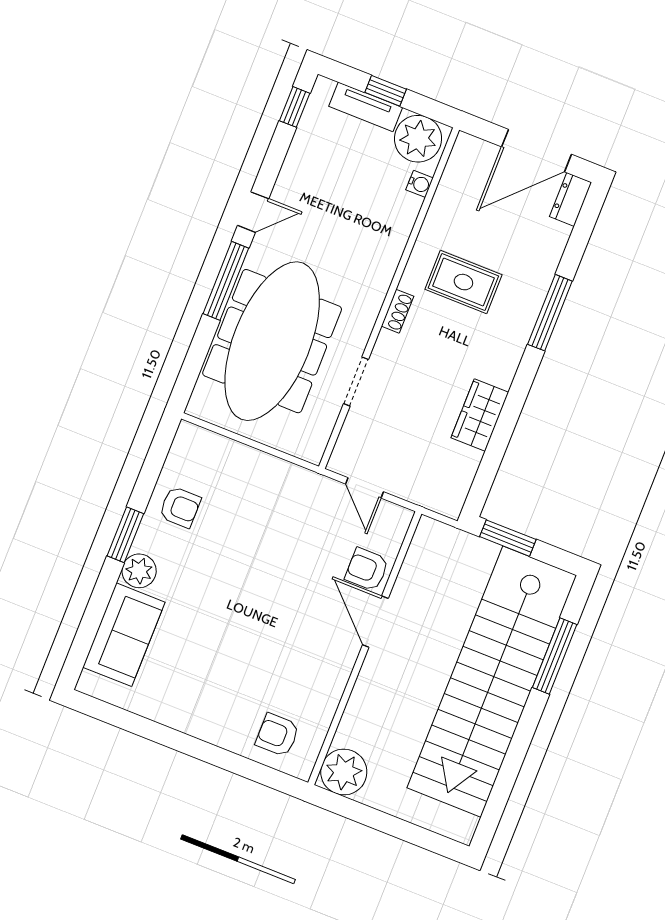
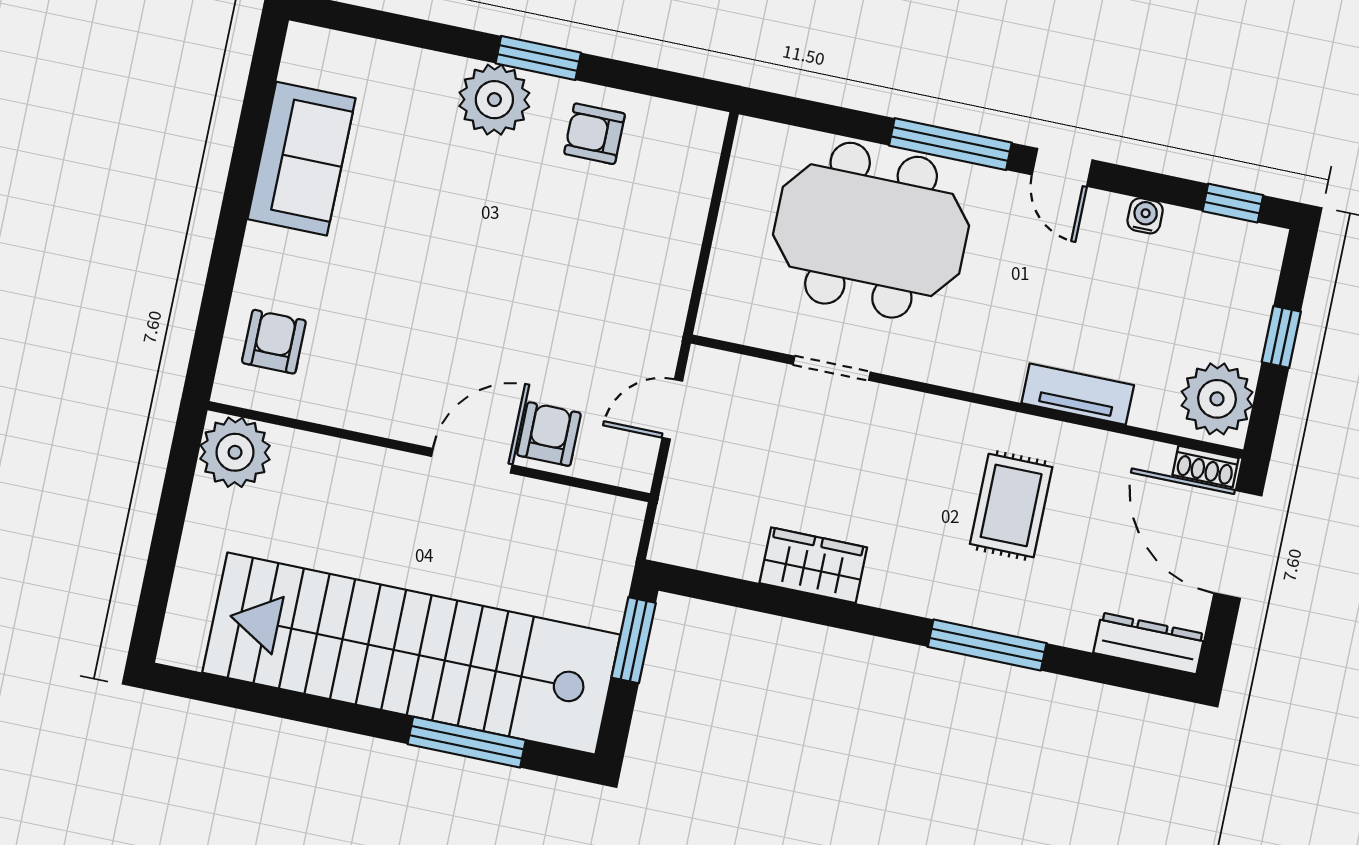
tv unit: (366, 107) -> (1078, 394), moved, turned 90
door: (537, 151) -> (1238, 544), moved
water cooler: (420, 184) -> (1145, 216), moved, turned 180
dresser: (571, 199) -> (1149, 643), width x1.44
shoe rack: (398, 311) -> (1206, 466), moved
meeting table: (272, 341) -> (871, 230), width x0.73
armchair: (180, 507) -> (595, 134), turned 90
plant: (139, 571) -> (494, 100), width x1.36, depth x1.36
sofa: (124, 635) -> (302, 159), moved, turned -90

